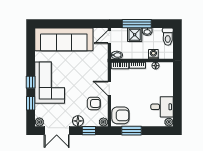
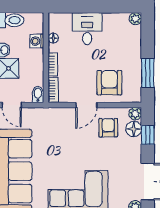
desk: (162, 107) -> (87, 29), moved
armchair: (120, 115) -> (109, 83), moved
floor lamp: (78, 121) -> (134, 129), moved

